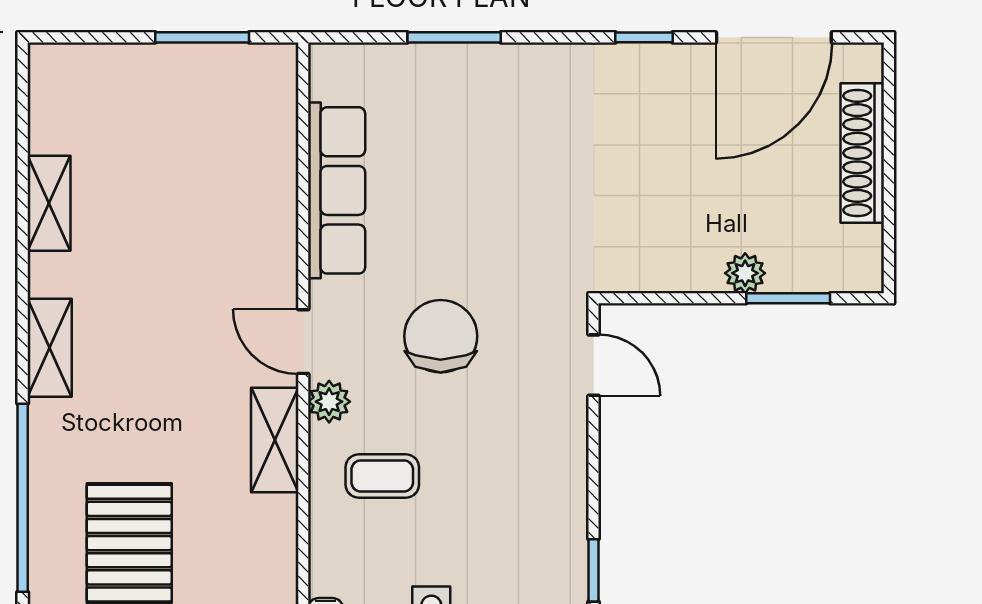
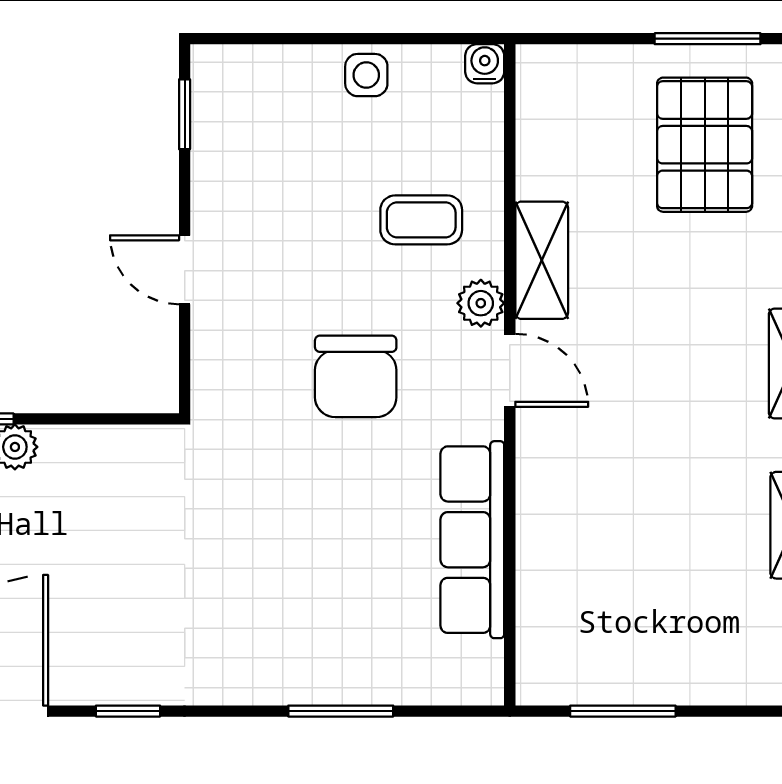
door: (594, 365) -> (185, 270), moved

